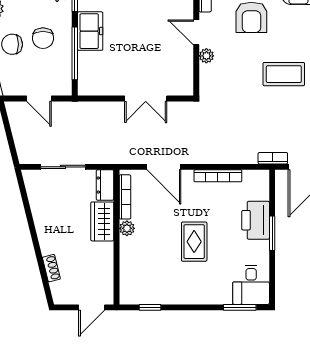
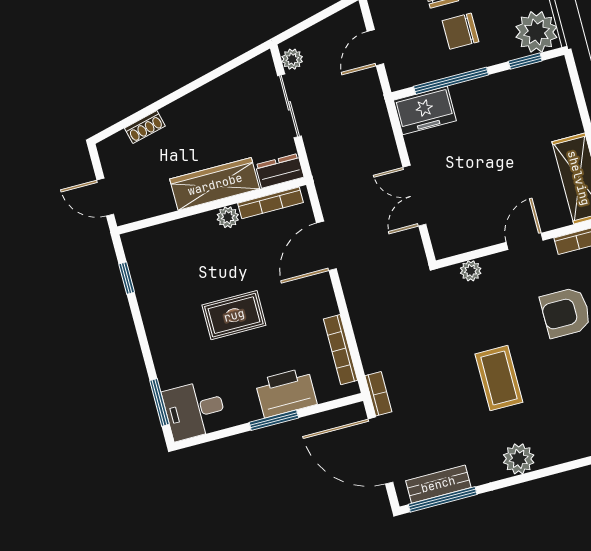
freezer: (90, 31) -> (425, 110), moved
plant: (206, 56) -> (471, 271), moved
plant: (32, 157) -> (292, 59), added
bookcase: (218, 176) -> (341, 350), moved
wardrobe: (102, 221) -> (215, 184), width x1.50

